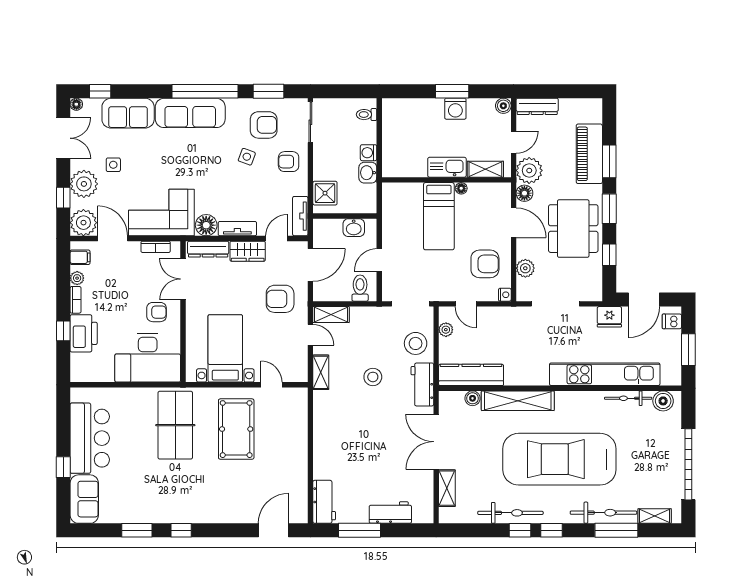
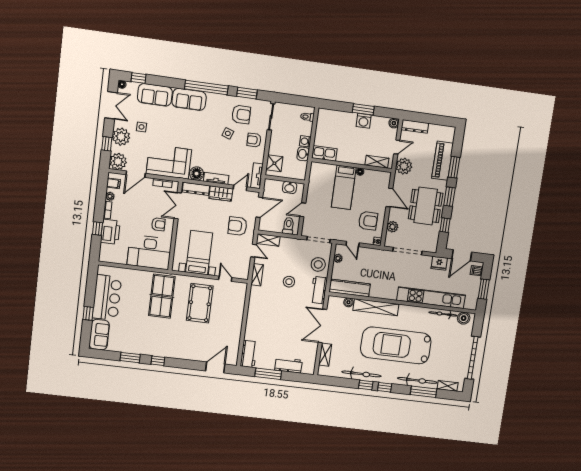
sofa: (190, 113) -> (189, 99), width x0.73
kitchen sink: (447, 167) -> (324, 153), moved
floor lamp: (524, 193) -> (399, 180), removed
door: (113, 238) -> (136, 174), swing flipped

